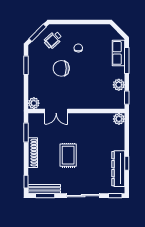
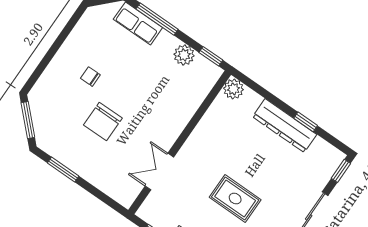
wheelchair: (53, 40) -> (53, 105), removed
plant: (34, 103) -> (126, 196), removed
double door: (56, 111) -> (159, 172), swing flipped
dresser: (118, 169) -> (285, 126), moved

